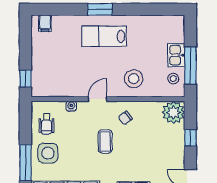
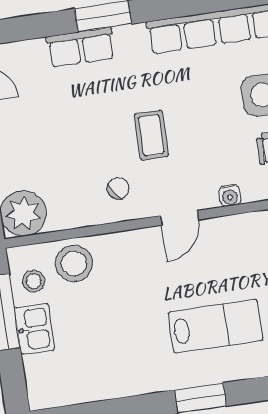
lab bench: (104, 36) -> (215, 326), moved
stool: (134, 79) -> (74, 263), moved

